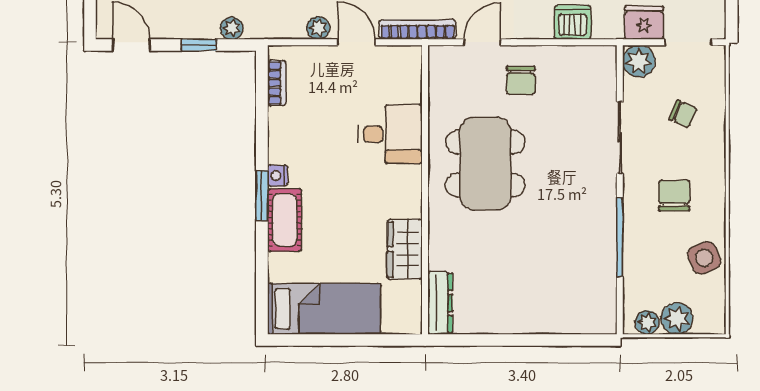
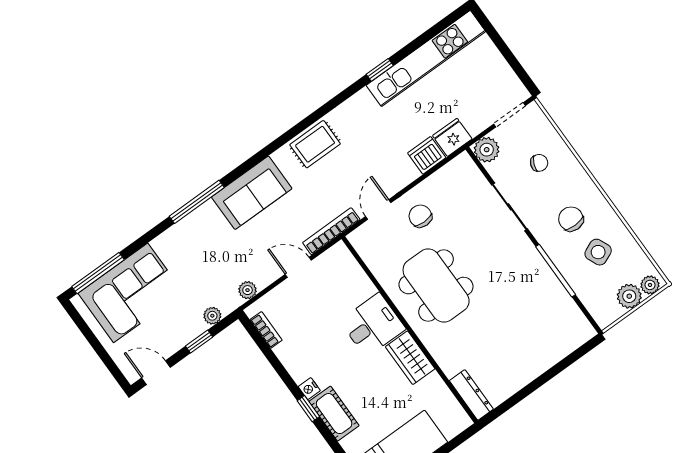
fridge: (644, 23) -> (452, 137), moved
plant: (318, 28) -> (247, 290), moved
chair: (521, 80) -> (420, 216), turned 180
desk: (390, 134) -> (373, 325), moved
window: (262, 196) -> (308, 409), width x0.67
wardrobe: (405, 249) -> (410, 358), moved
side table: (704, 258) -> (598, 252), moved
plant: (647, 322) -> (650, 285), moved

